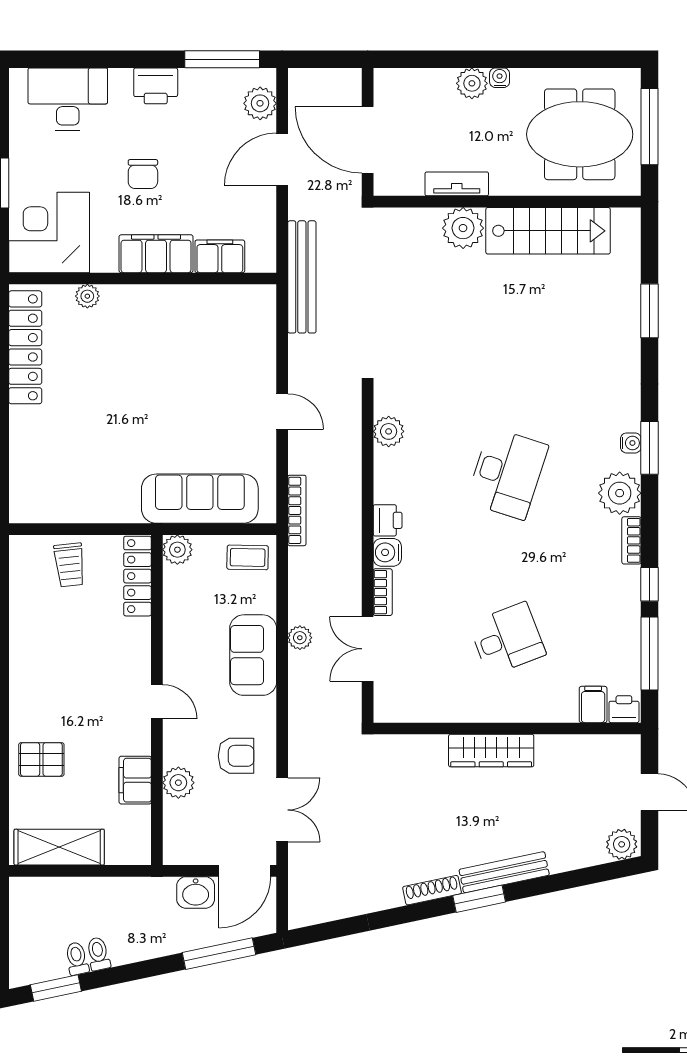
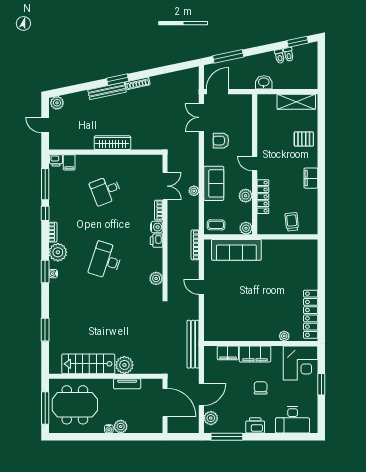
locker: (138, 576) -> (263, 197), moved
filing cabinet: (135, 780) -> (311, 178), moved, turned 180
plant: (178, 783) -> (246, 196), moved
washbasin: (196, 892) -> (264, 82), moved

